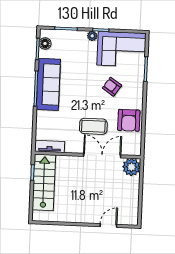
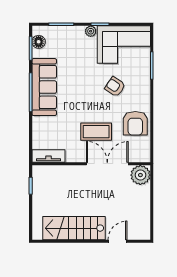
stairs: (44, 182) -> (74, 228), moved, turned -90

